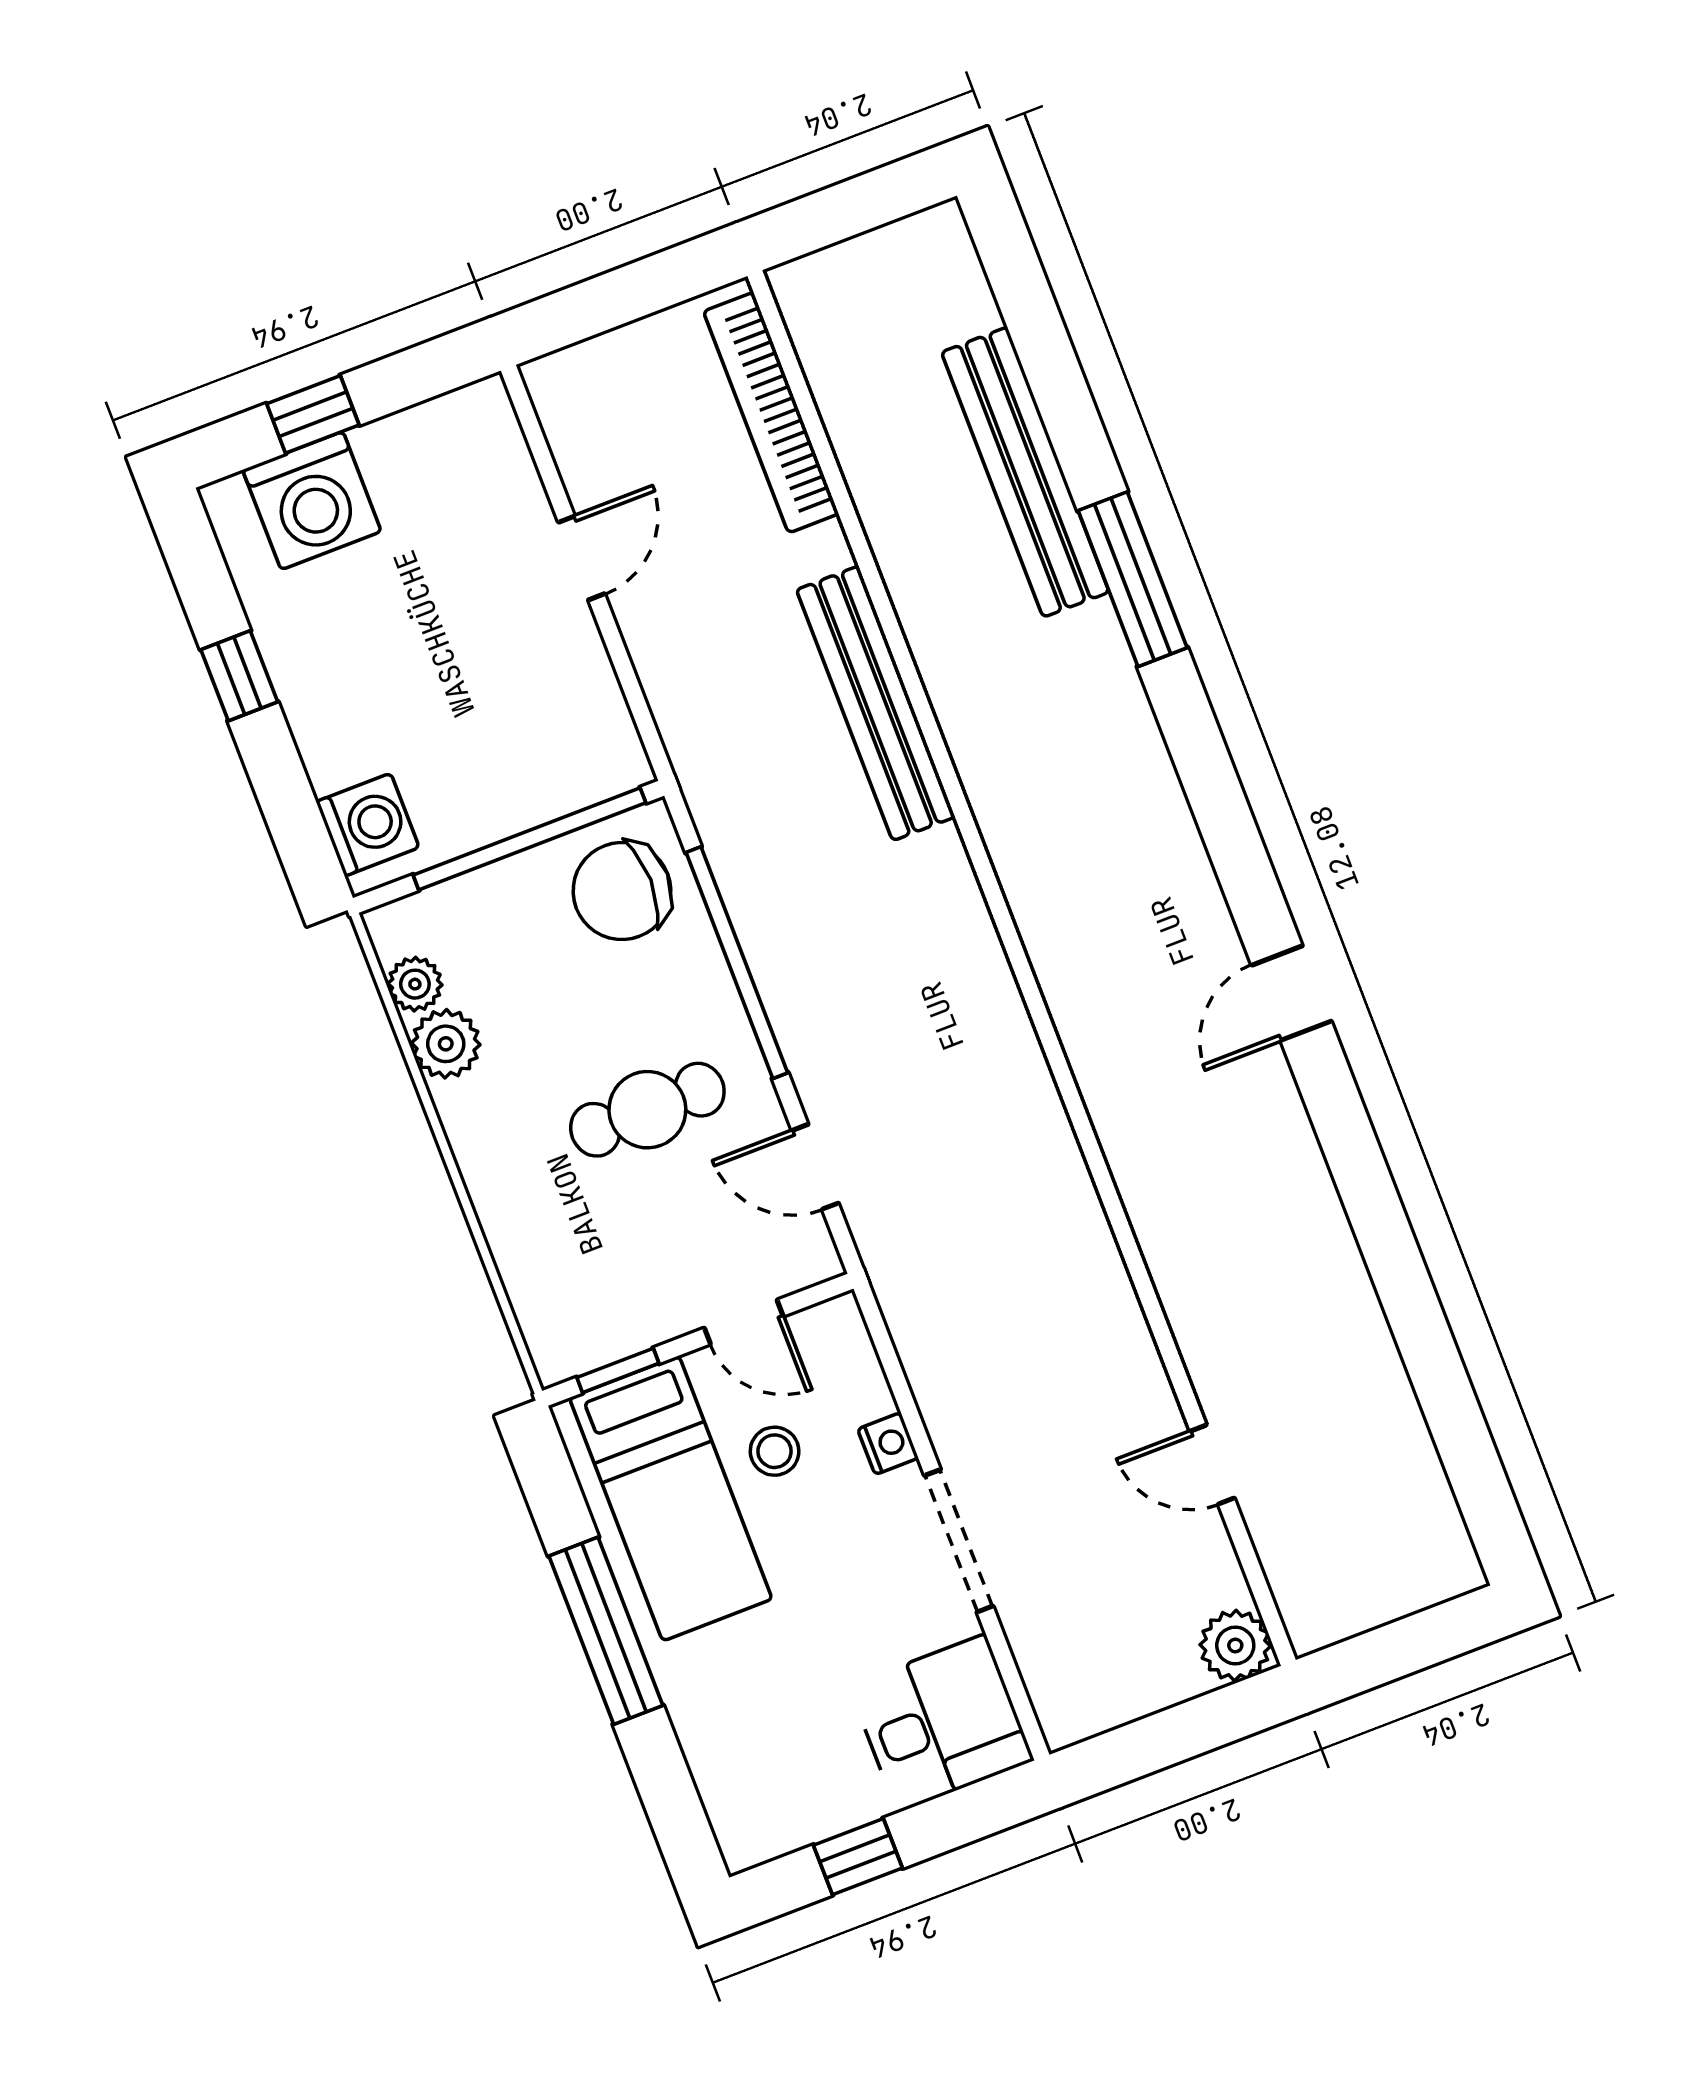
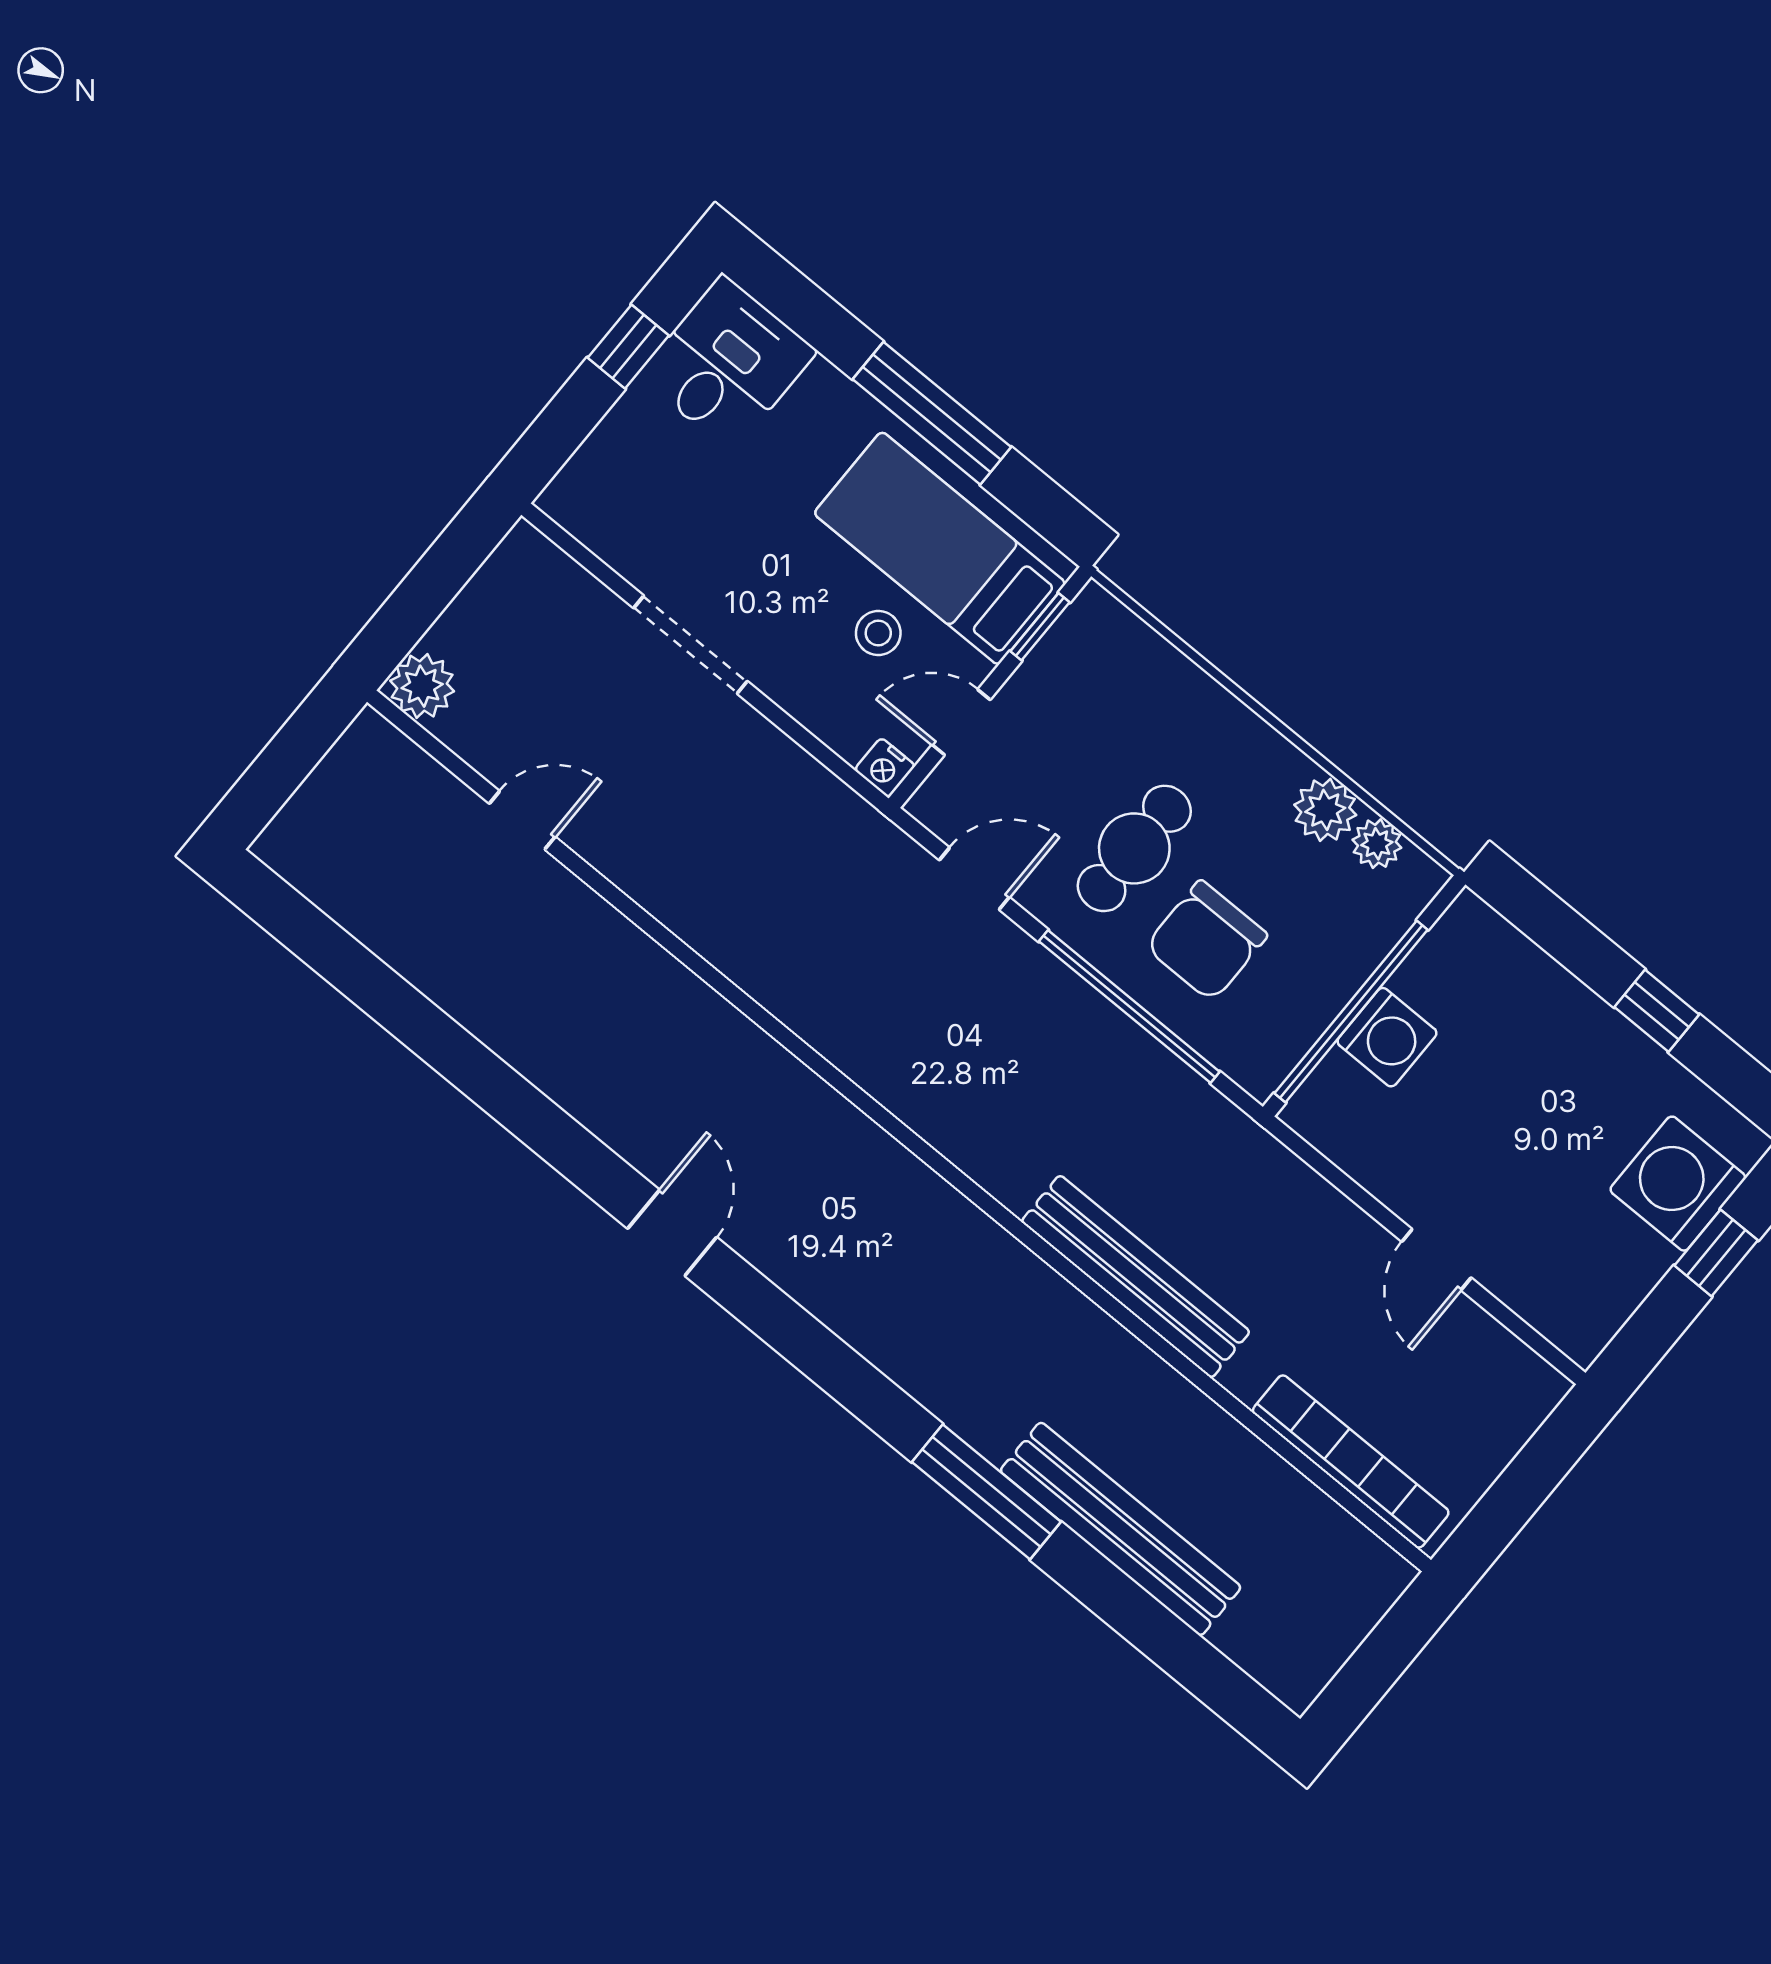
washing machine: (368, 825) -> (1387, 1037), moved, turned -90
chair: (622, 891) -> (1206, 941), moved, turned 180
nightstand: (888, 1444) -> (885, 768), moved
desk: (941, 1723) -> (727, 363), moved, turned 180

